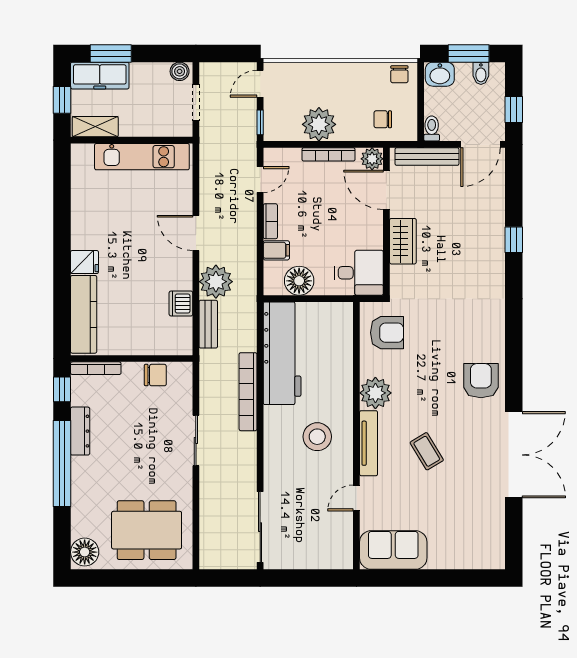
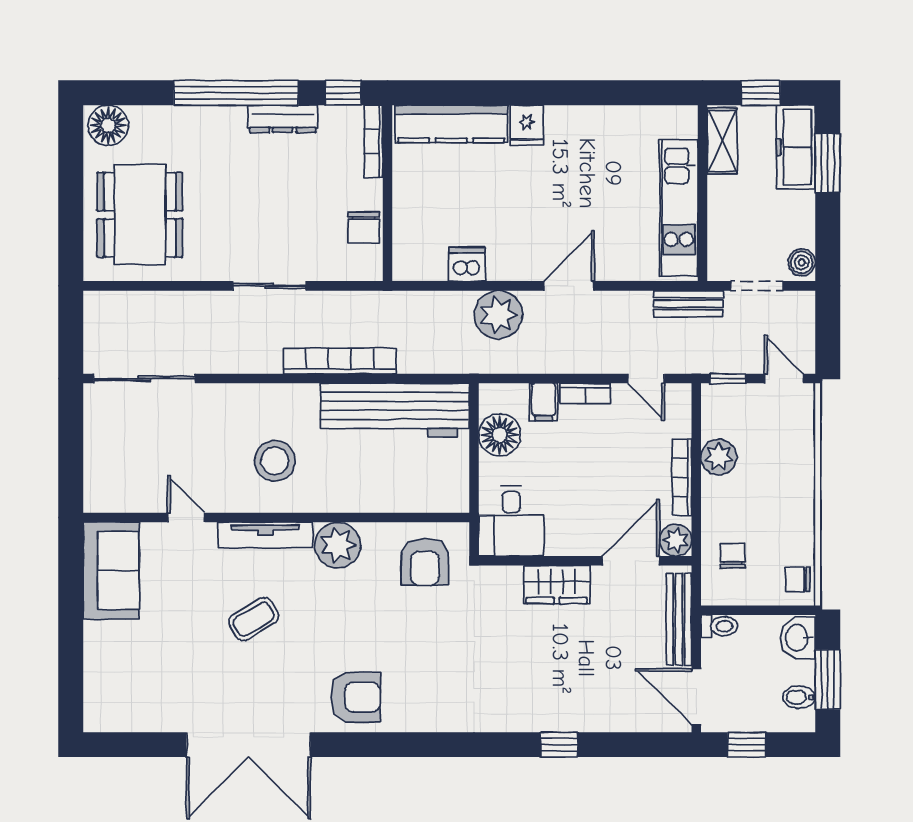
plant: (319, 124) -> (719, 457), width x0.73, depth x0.73
bench: (208, 324) -> (688, 304), moved

